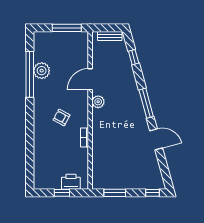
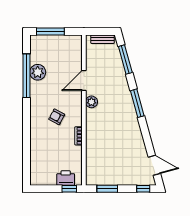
window: (67, 28) -> (50, 31), moved
window: (134, 57) -> (125, 59), width x2.17
door: (156, 139) -> (154, 165), moved
window: (62, 193) -> (69, 189), moved

